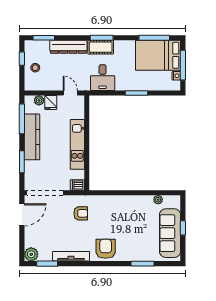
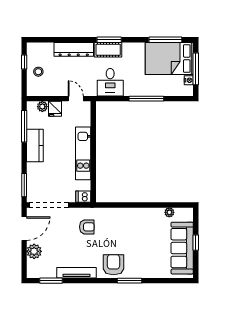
window: (44, 38) -> (48, 40), removed
window: (137, 93) -> (146, 99), width x1.44
kitchen counter: (32, 137) -> (35, 146), width x0.67
window: (22, 162) -> (24, 185), moved
plant: (31, 254) -> (34, 251), moved
window: (142, 264) -> (129, 281), moved

